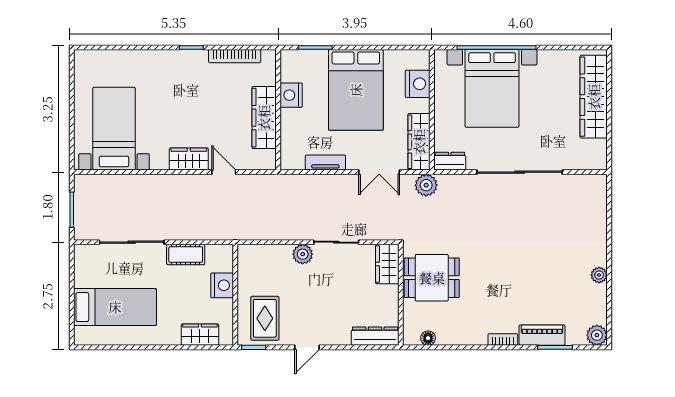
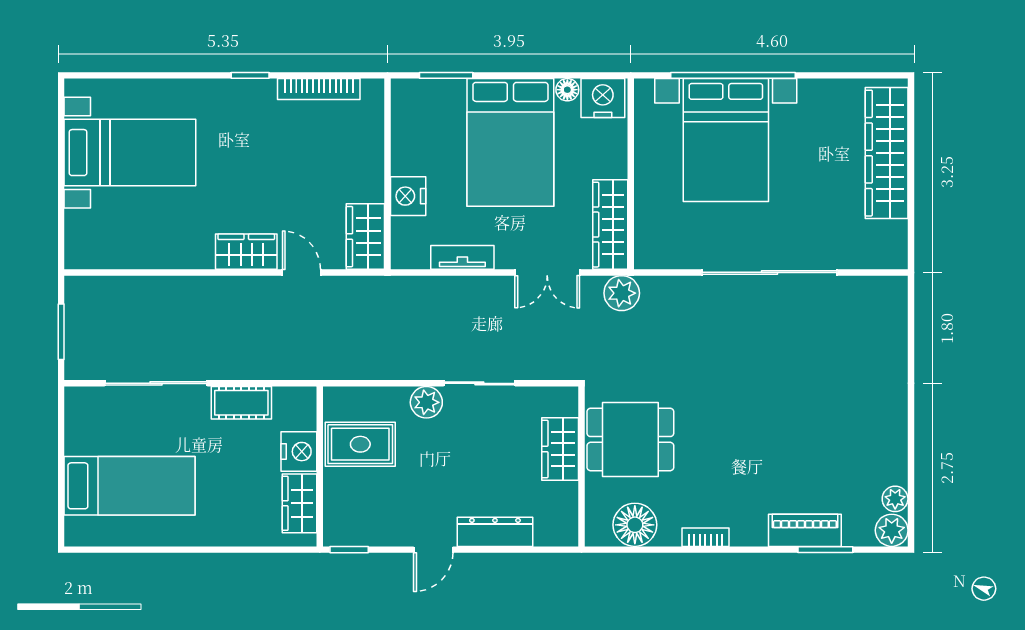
floor lamp: (392, 57) -> (567, 90), added
nightstand: (418, 84) -> (603, 98), moved, turned -90
nightstand: (291, 95) -> (408, 196), moved
wardrobe: (264, 118) -> (365, 237), moved, width x0.67
bed with nightstands: (114, 129) -> (130, 153), moved, turned 90
dresser: (450, 161) -> (659, 255), removed
wardrobe: (387, 264) -> (560, 449), moved
plant: (599, 275) -> (895, 499), moved
rug: (265, 318) -> (360, 444), moved, turned 90
wardrobe: (200, 335) -> (300, 503), moved, turned -90
dresser: (375, 336) -> (495, 532), moved
floor lamp: (428, 338) -> (635, 525), width x1.89, depth x1.89
bookcase: (503, 339) -> (705, 537), moved

